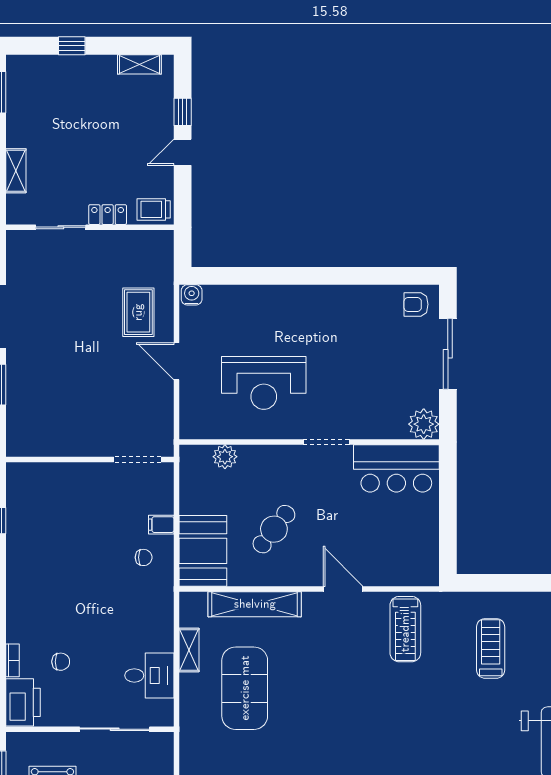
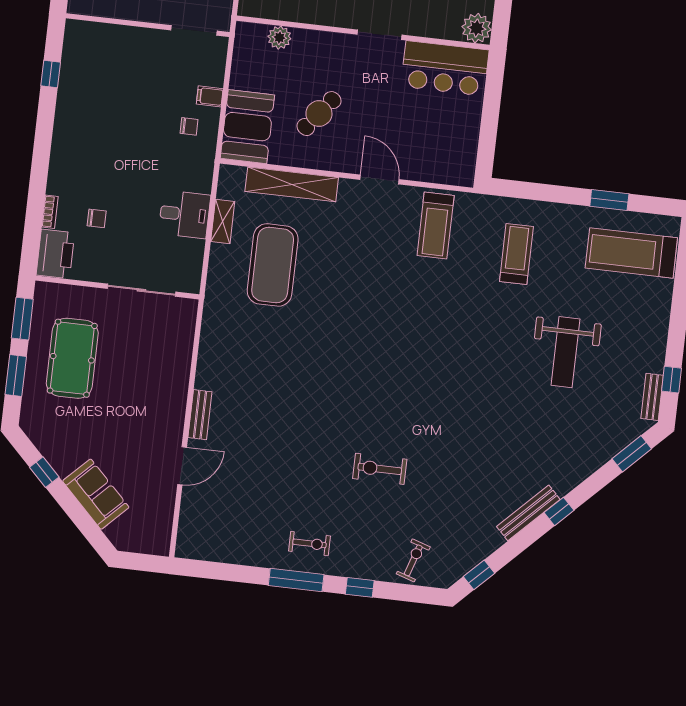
desk: (149, 675) -> (185, 214), moved

